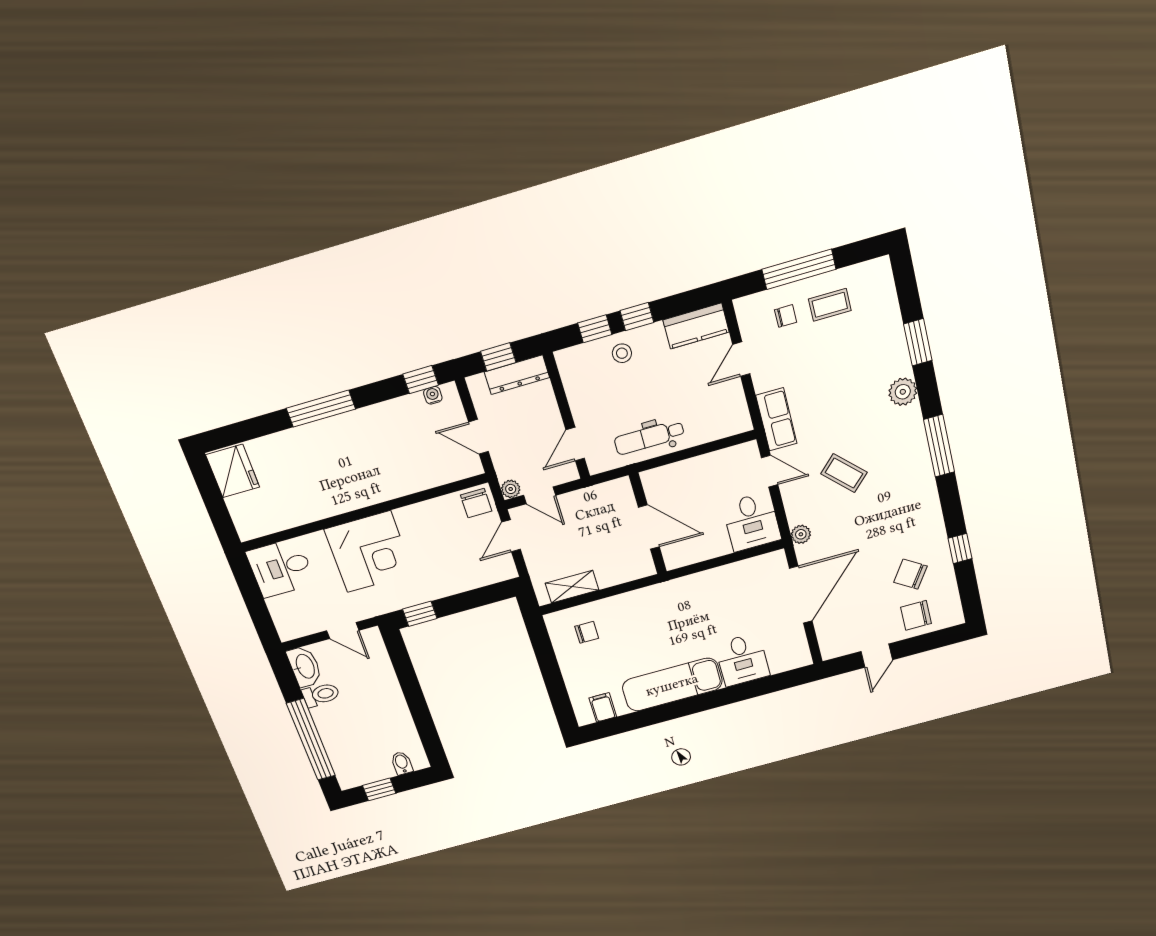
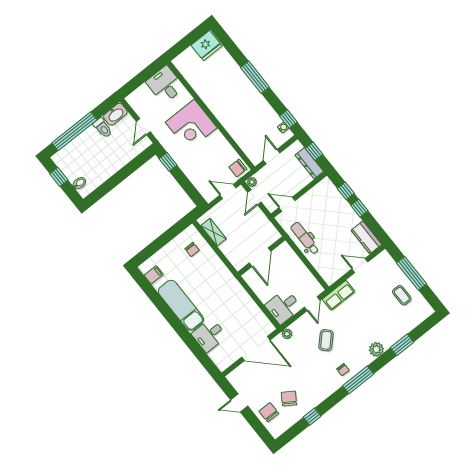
chair: (786, 316) -> (343, 370), moved
stool: (622, 353) -> (340, 208), removed

